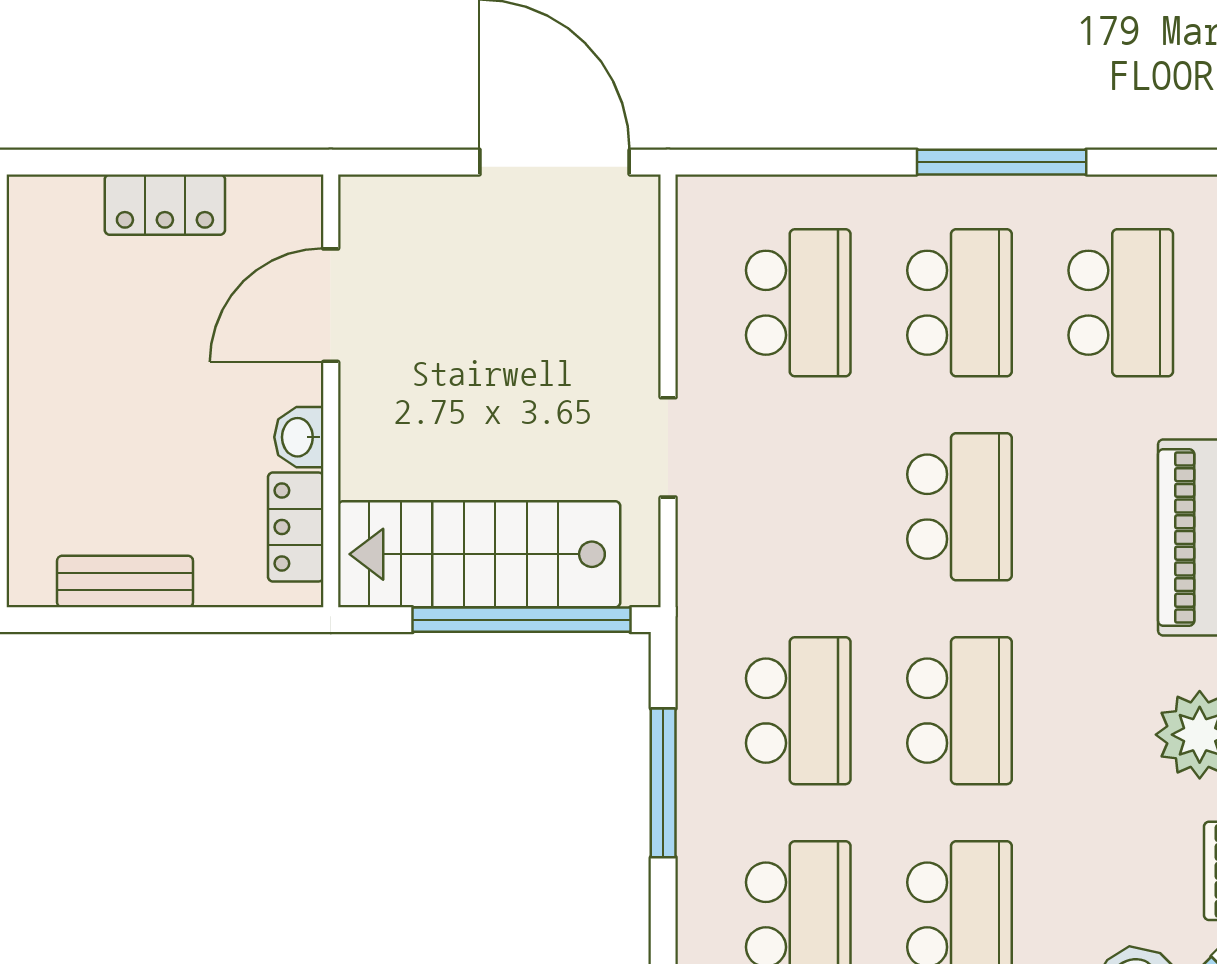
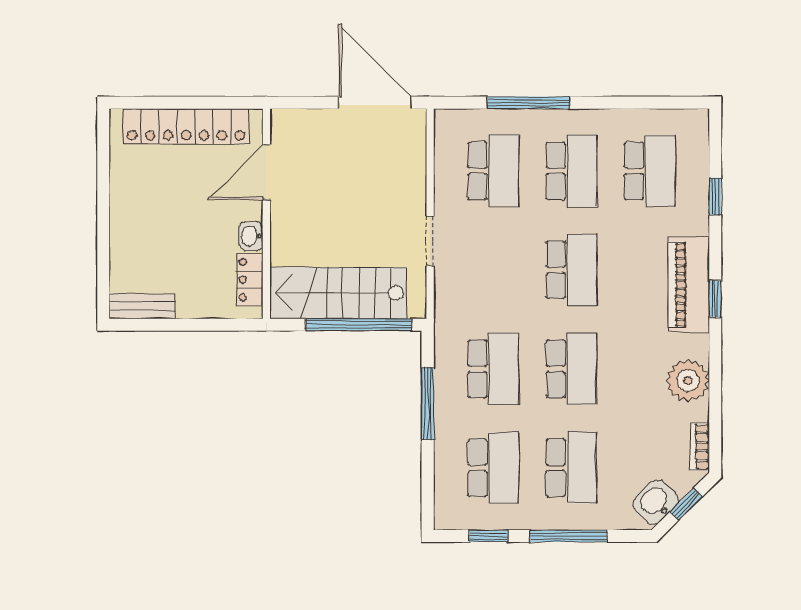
window: (1002, 162) -> (529, 103), moved
locker: (165, 205) -> (186, 126), width x2.16, depth x1.21
bench: (125, 582) -> (142, 306), moved

